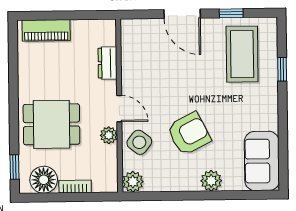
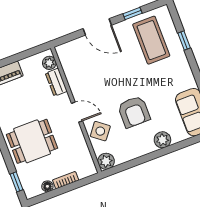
armchair: (189, 134) -> (134, 112), turned 117
plant: (109, 135) -> (49, 63), moved
floor lamp: (44, 180) -> (47, 186), width x0.53, depth x0.53

